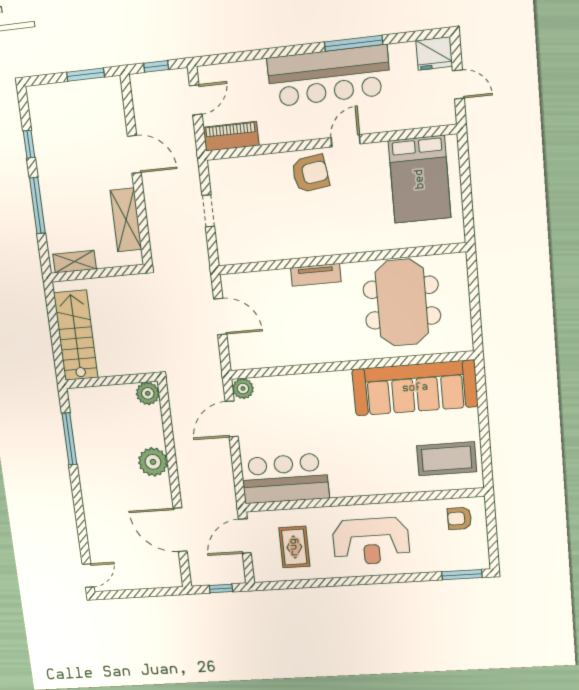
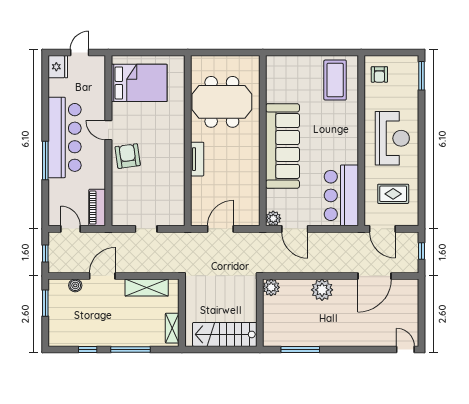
window: (354, 43) -> (45, 161), moved
boiler: (116, 116) -> (75, 285), added
sofa: (415, 388) -> (283, 146), moved

